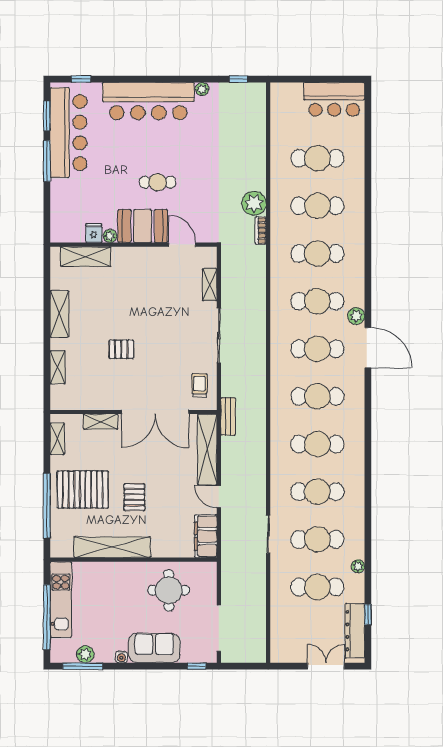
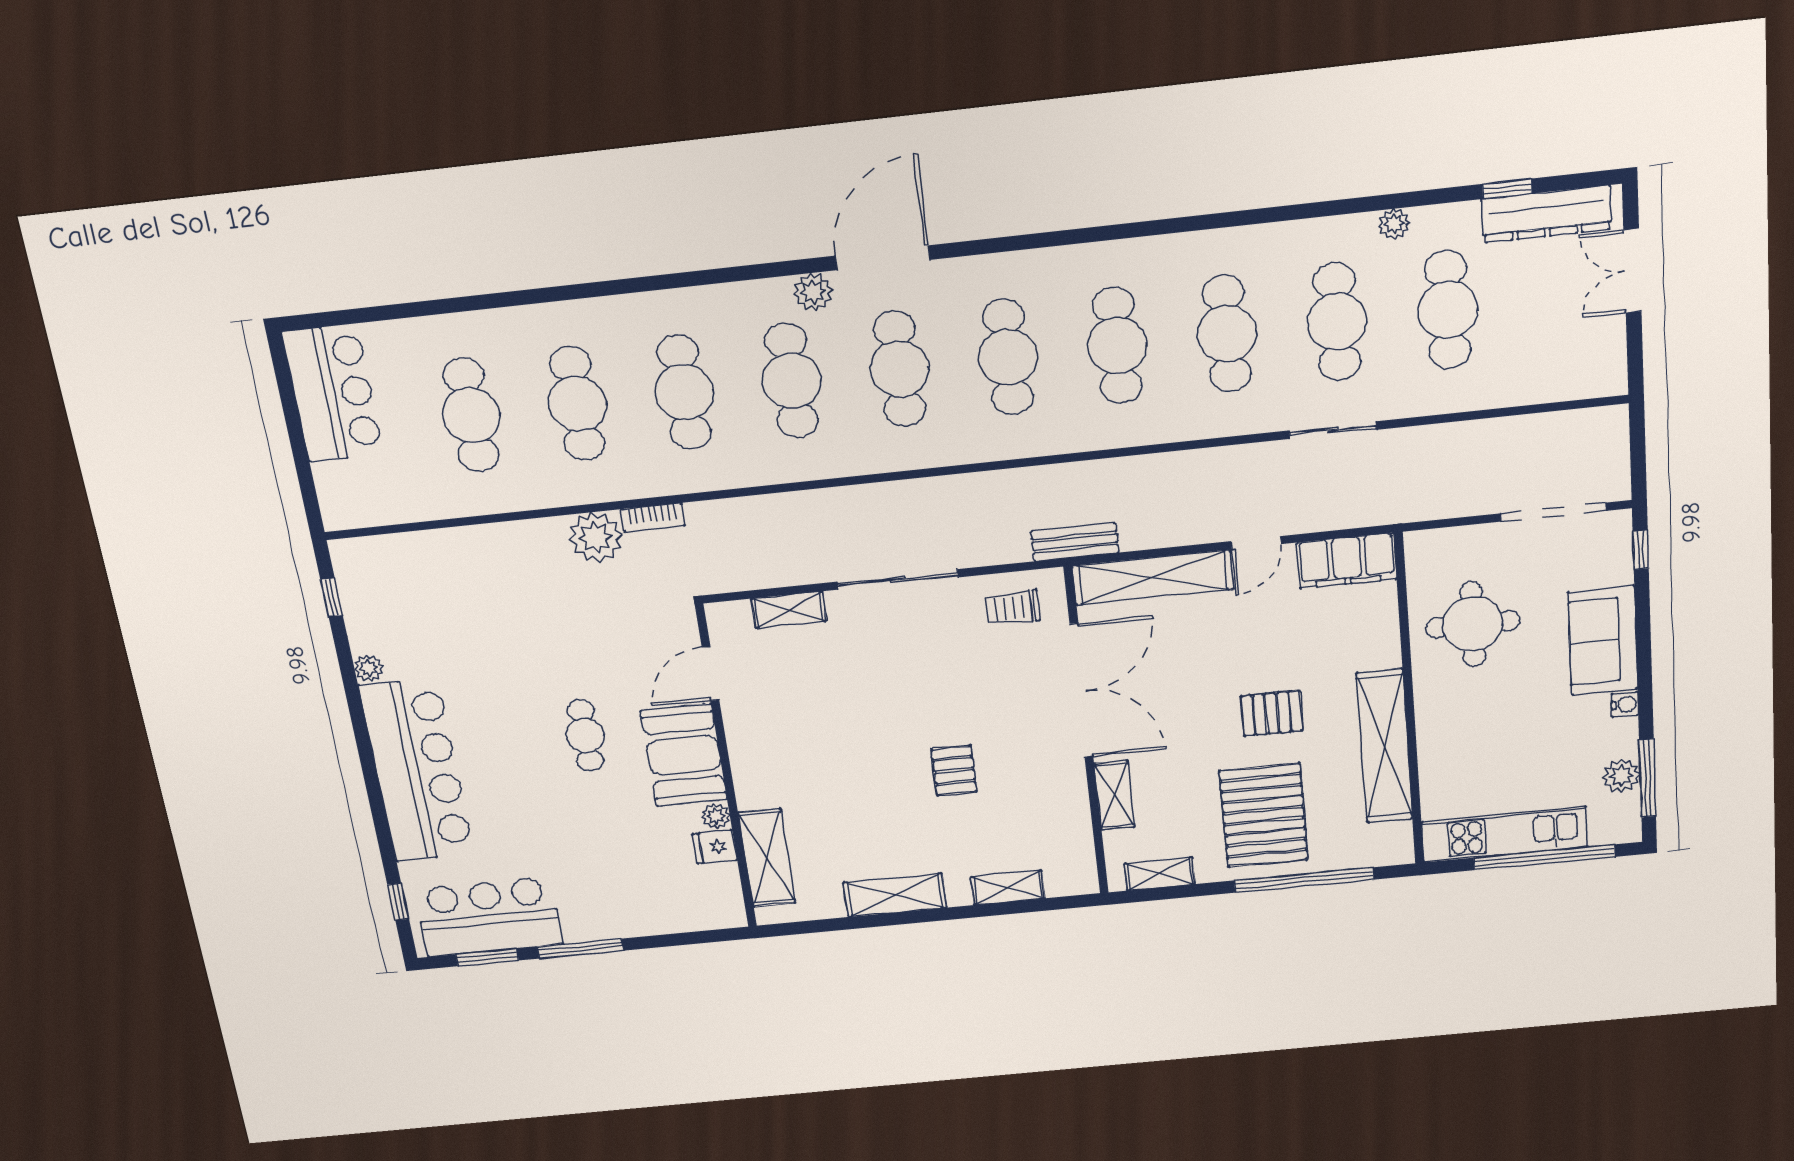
bar counter: (68, 133) -> (489, 917), width x0.73

